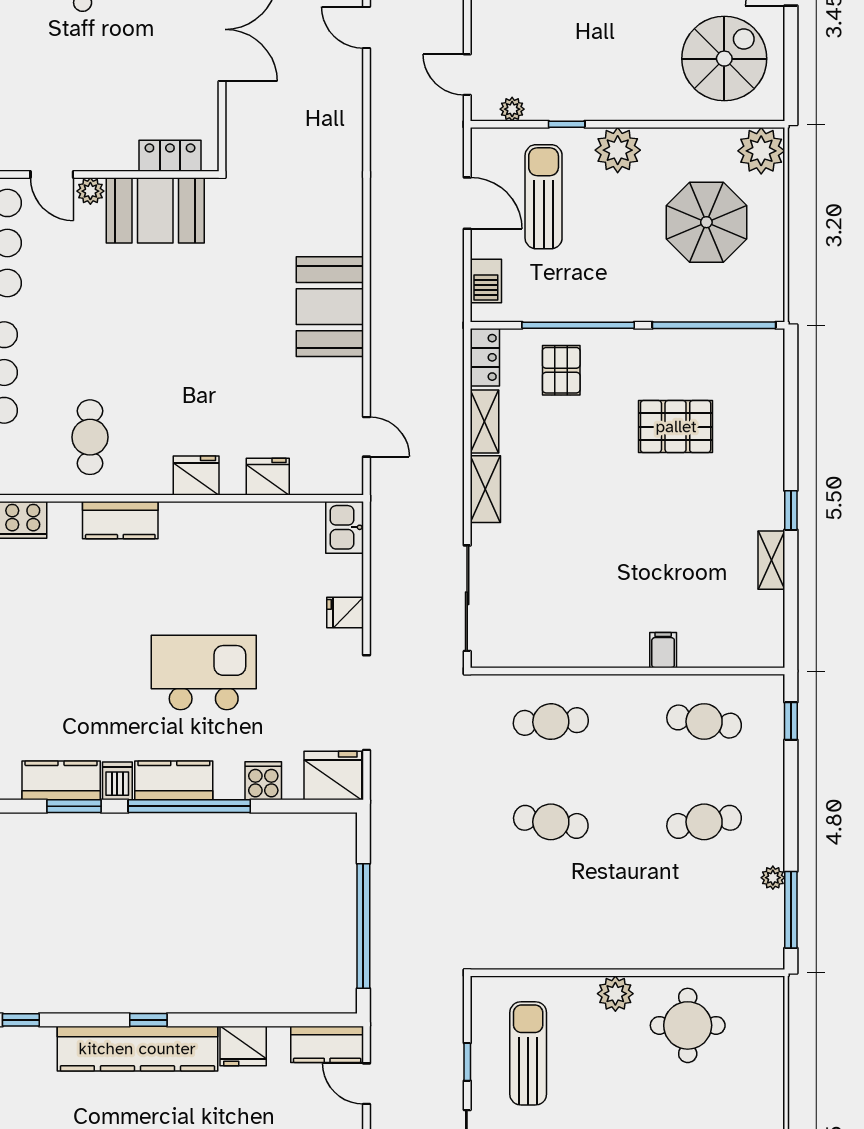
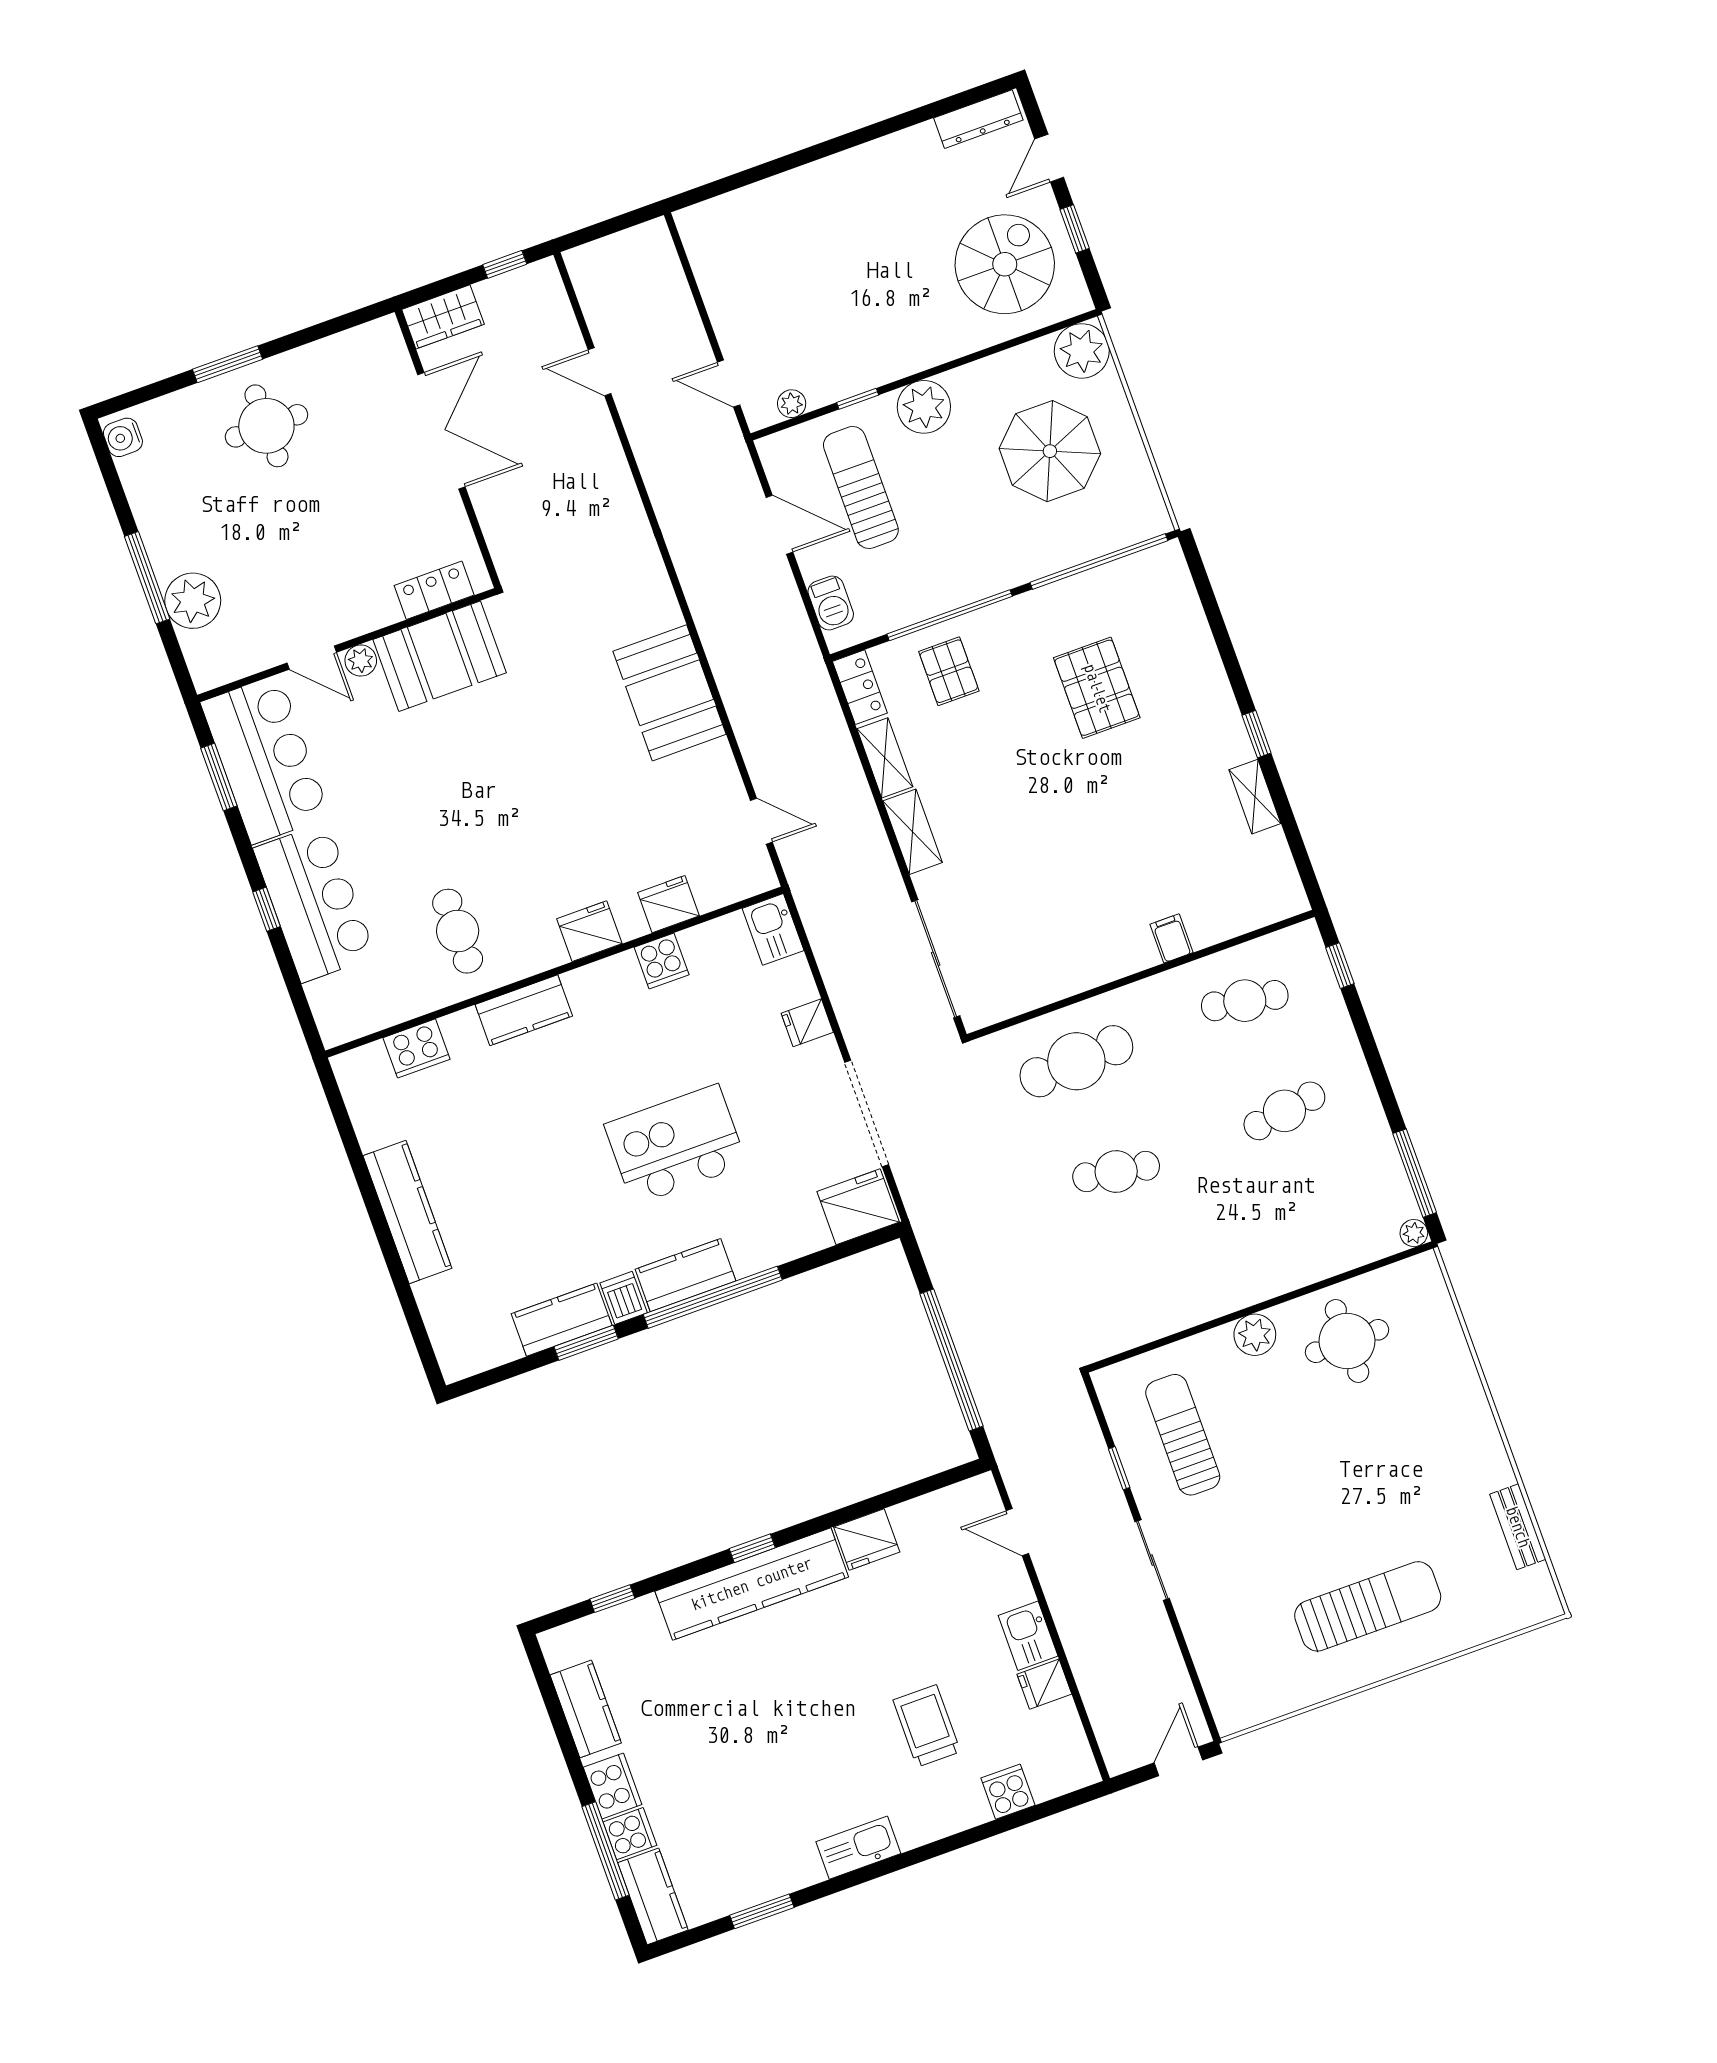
window: (791, 50) -> (1075, 229), added
pallet: (676, 427) -> (1097, 688), turned 90
cafe table: (551, 722) -> (1076, 1061), width x1.37, depth x1.35
cooker: (263, 781) -> (662, 961), moved, turned 180
plant: (773, 878) -> (1414, 1233), moved
kitchen counter: (327, 1044) -> (958, 1504), removed

